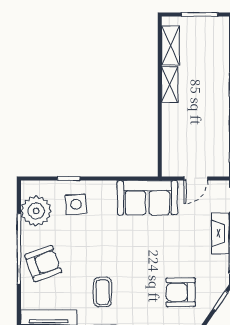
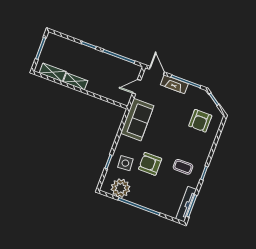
door: (196, 178) -> (137, 87), swing flipped
armchair: (43, 264) -> (150, 164), moved, turned -70

